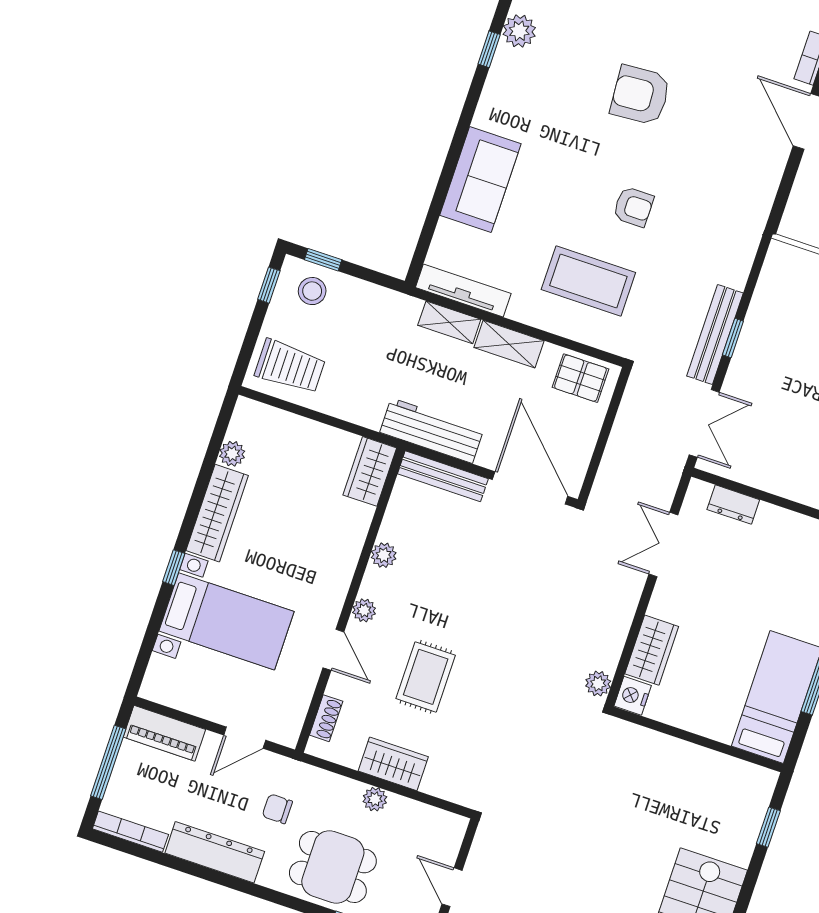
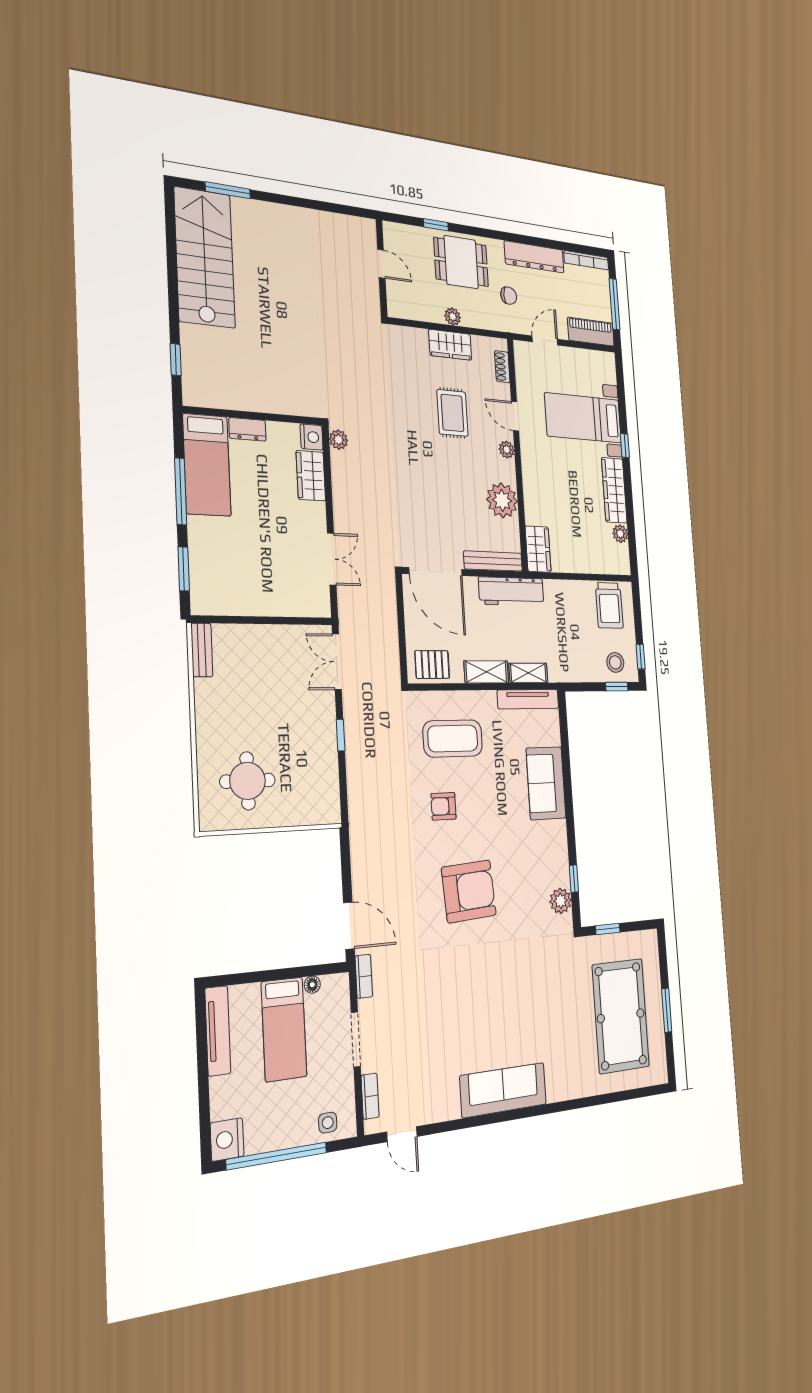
armchair: (640, 95) -> (469, 891), width x1.36, depth x1.36
bench: (715, 334) -> (354, 733), removed
trolley: (290, 367) -> (609, 605), turned -90
dresser: (733, 505) -> (247, 429), moved, turned 180
plant: (384, 555) -> (502, 500), width x1.87, depth x1.87

